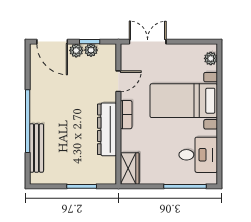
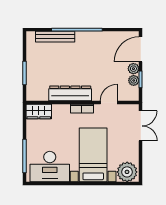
plant: (211, 58) -> (127, 172), width x1.87, depth x1.87
door: (118, 81) -> (109, 103), swing flipped
desk: (198, 155) -> (50, 167), width x1.37

